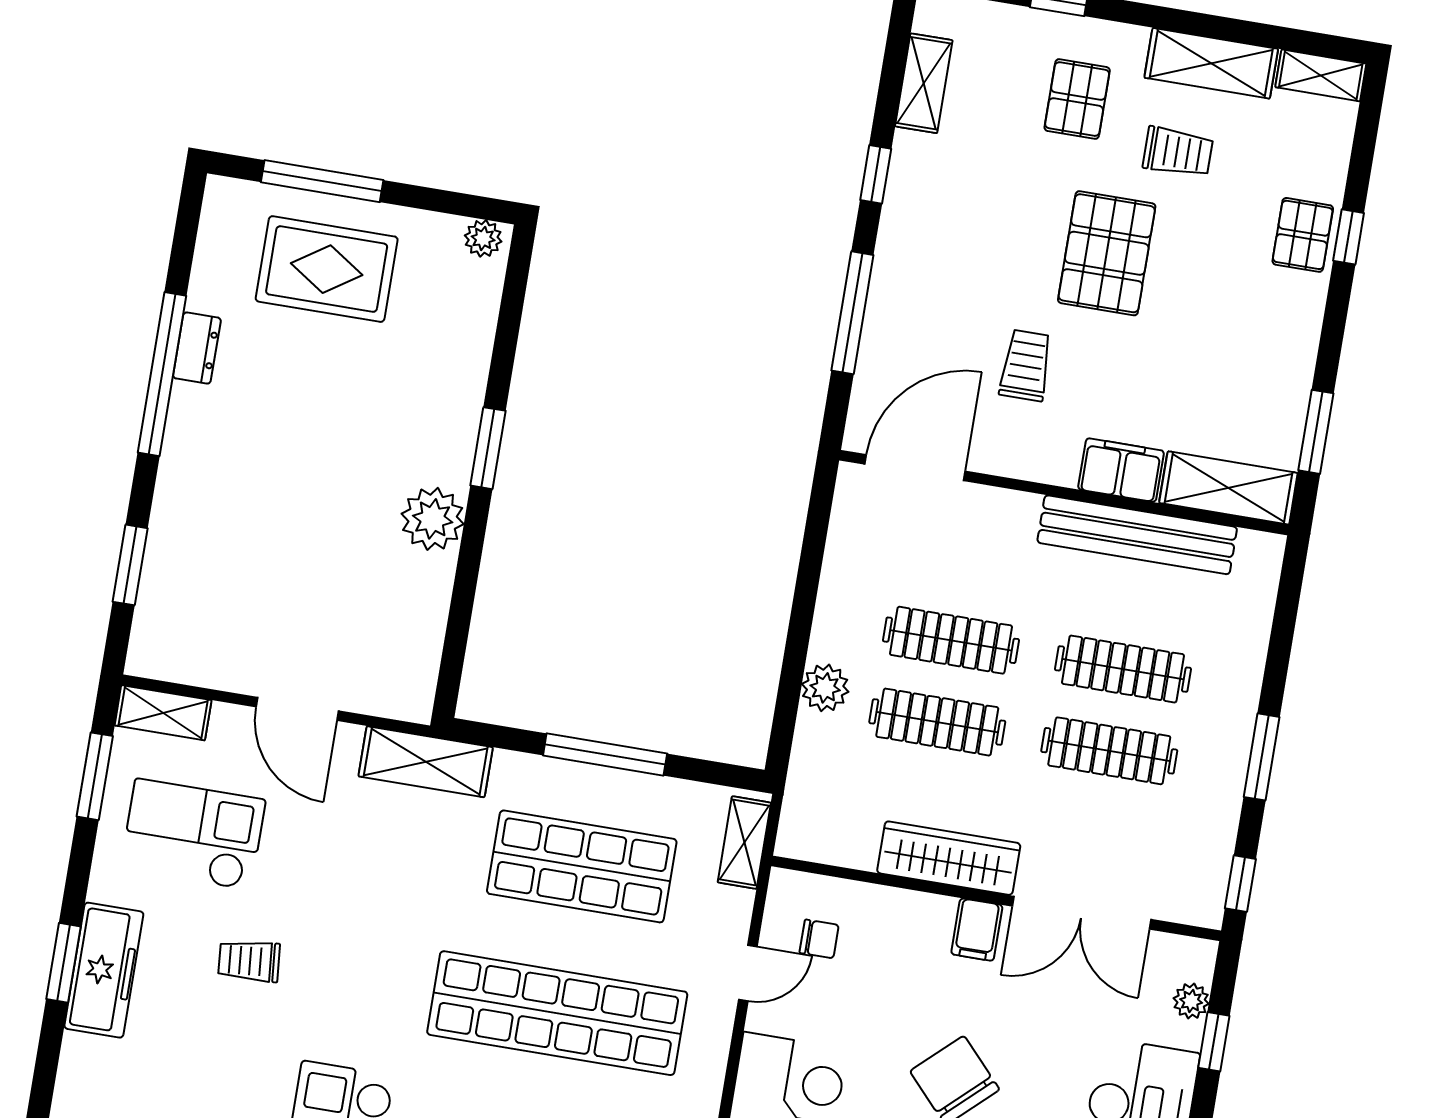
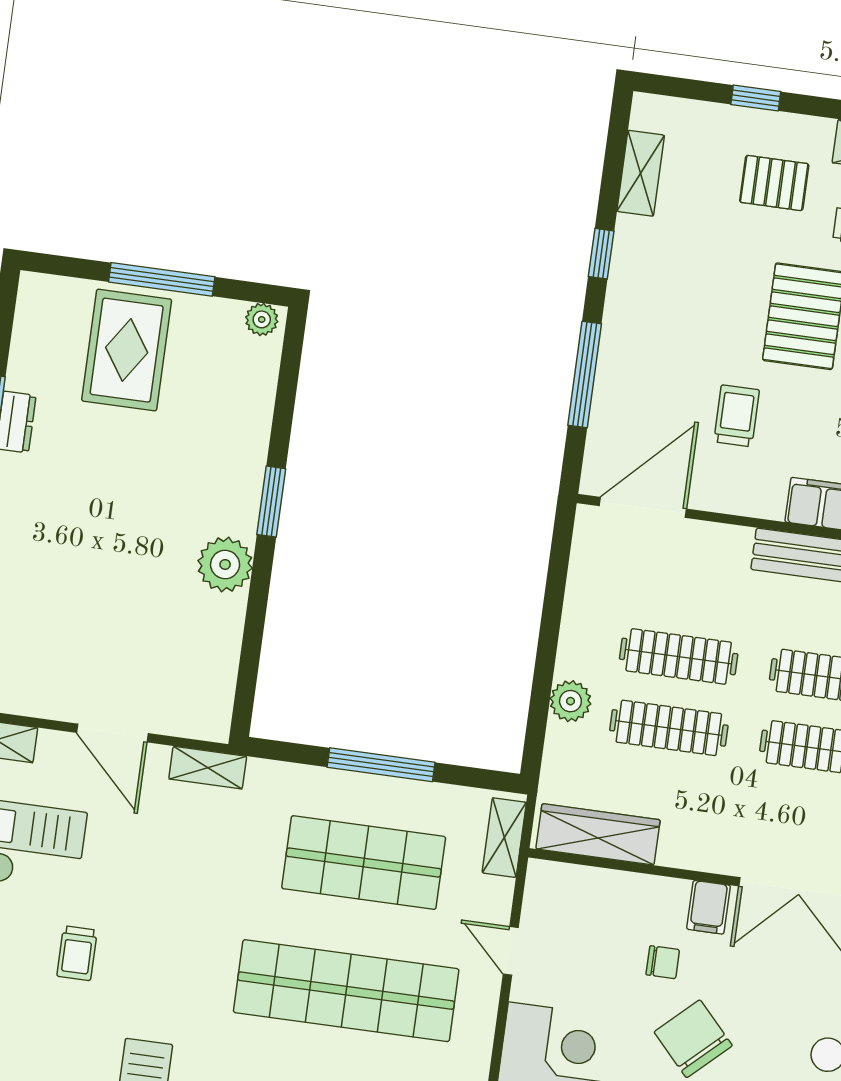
pallet: (1077, 99) -> (774, 183), turned 90
window: (322, 181) -> (162, 279), moved
rug: (327, 269) -> (127, 350), turned 90
shelving: (426, 762) -> (208, 768), width x0.67, depth x0.75
wardrobe: (949, 858) -> (598, 834), moved
chair: (819, 939) -> (663, 962), moved
trolley: (249, 961) -> (77, 953), turned -85
door: (748, 973) -> (511, 951), swing flipped

